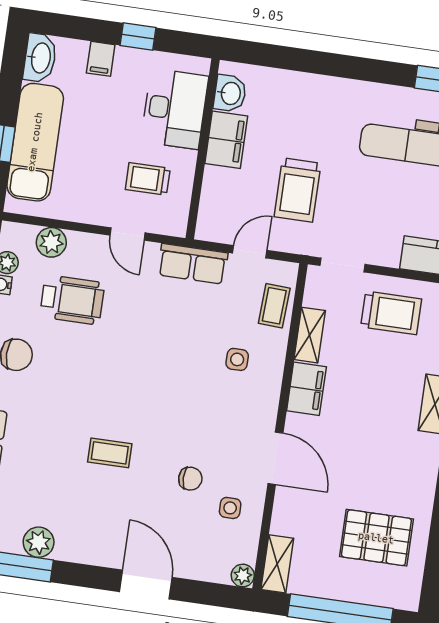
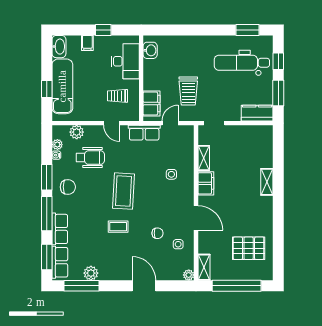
filing cabinet: (226, 140) -> (152, 104), moved
coffee table: (274, 306) -> (124, 191), moved, width x1.86, depth x1.72
trolley: (391, 313) -> (240, 142), removed

